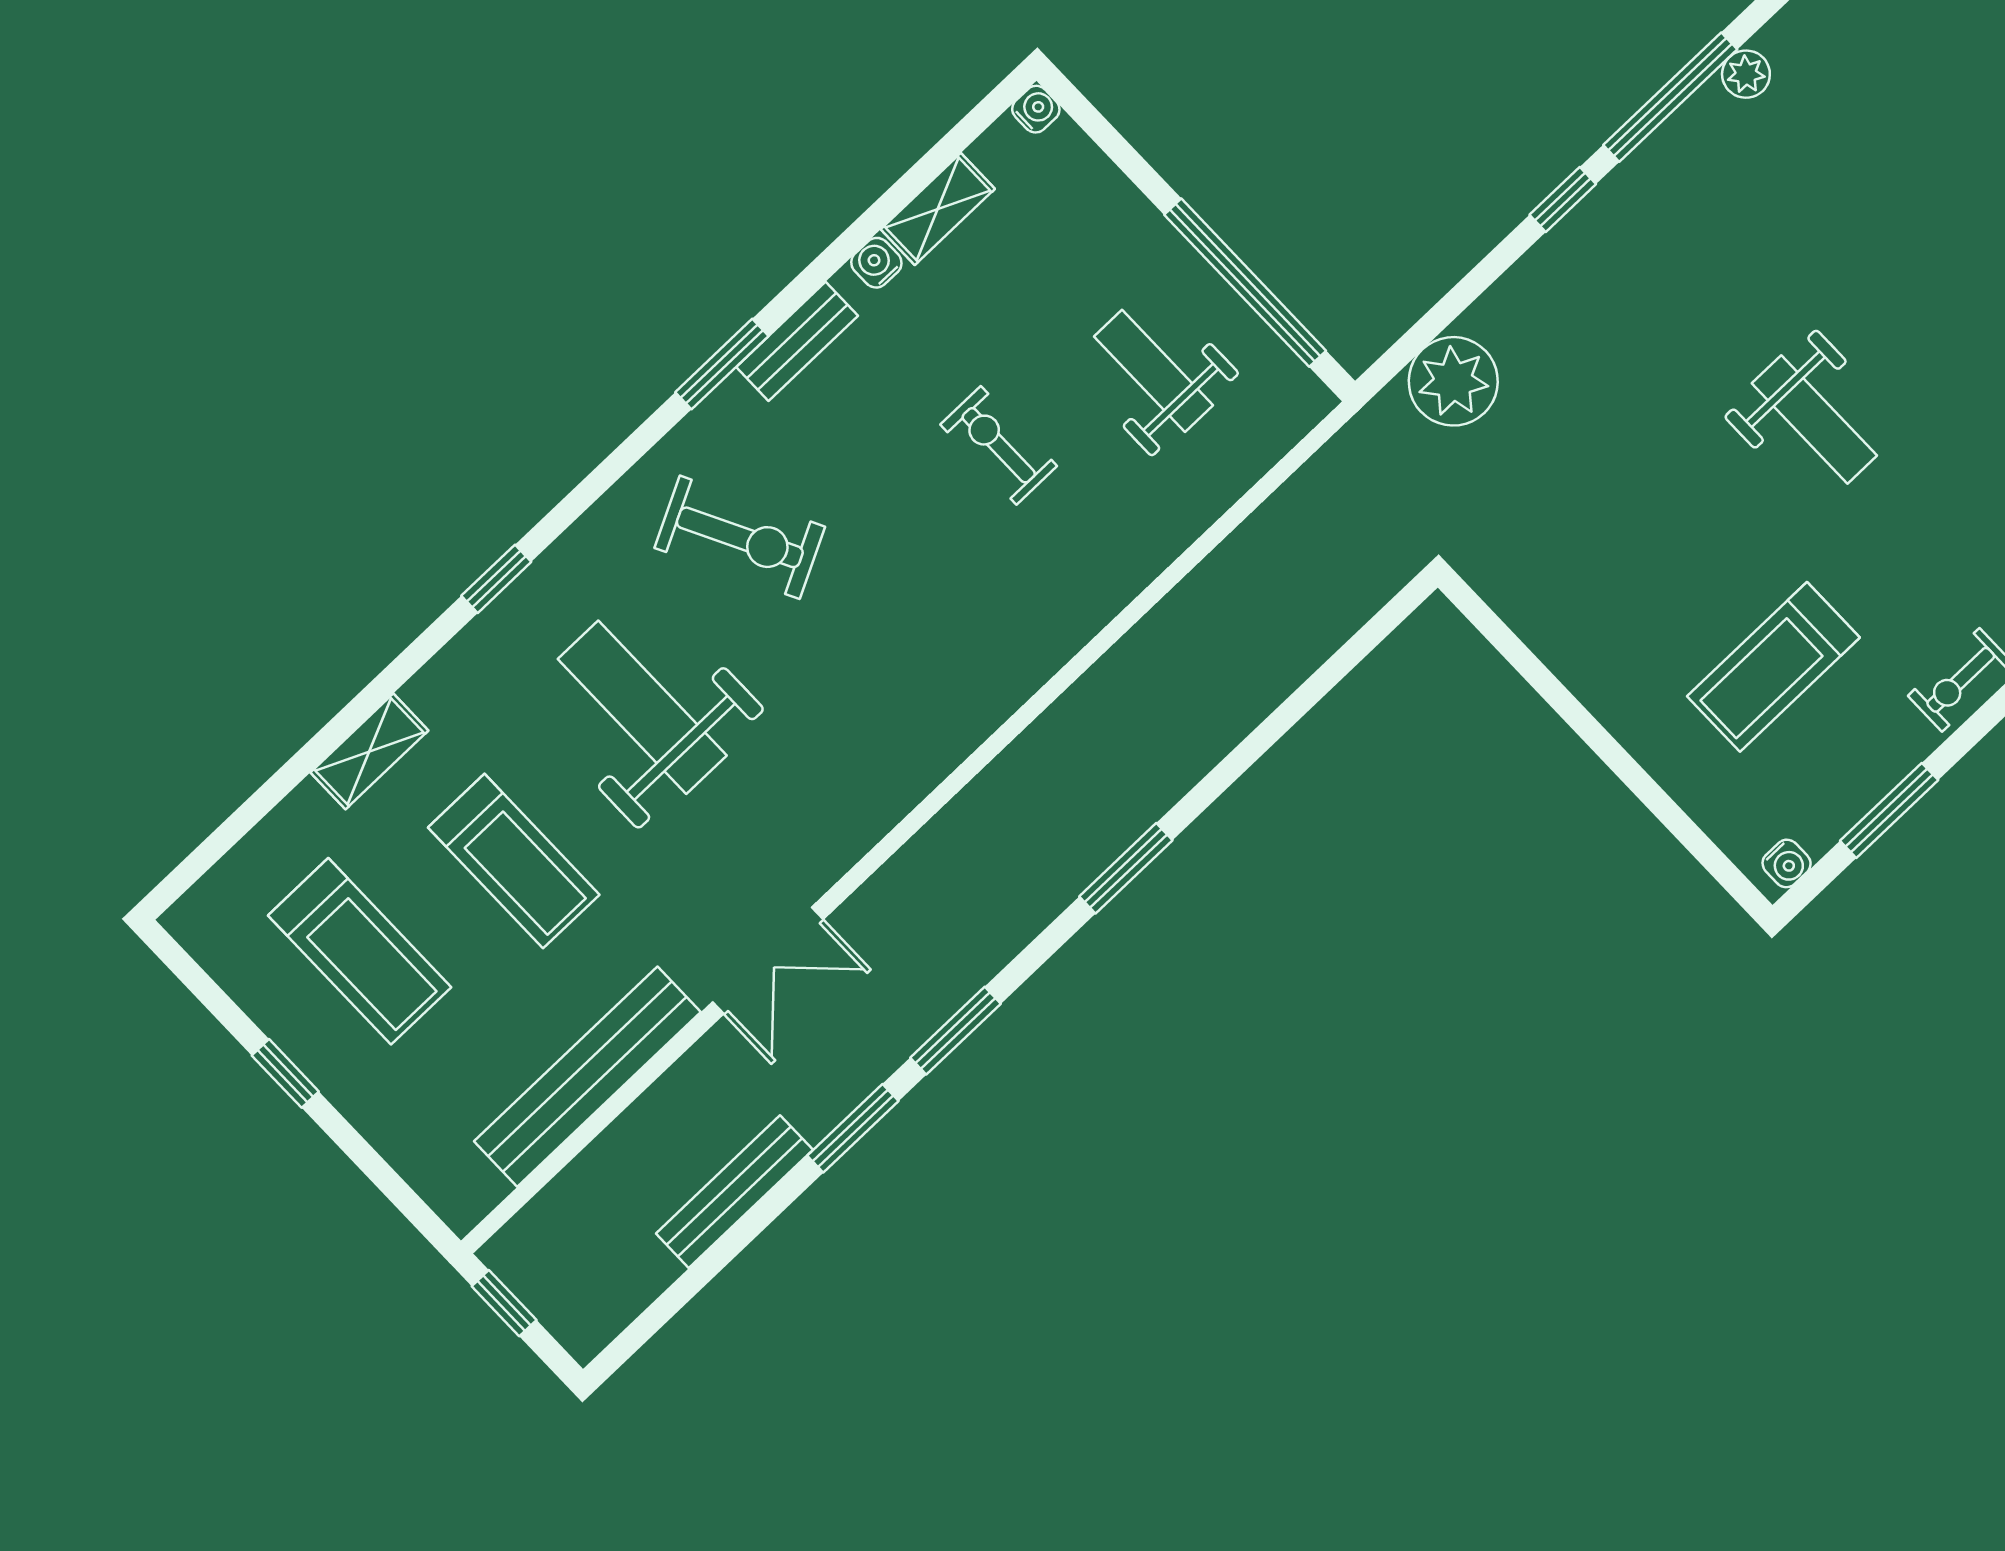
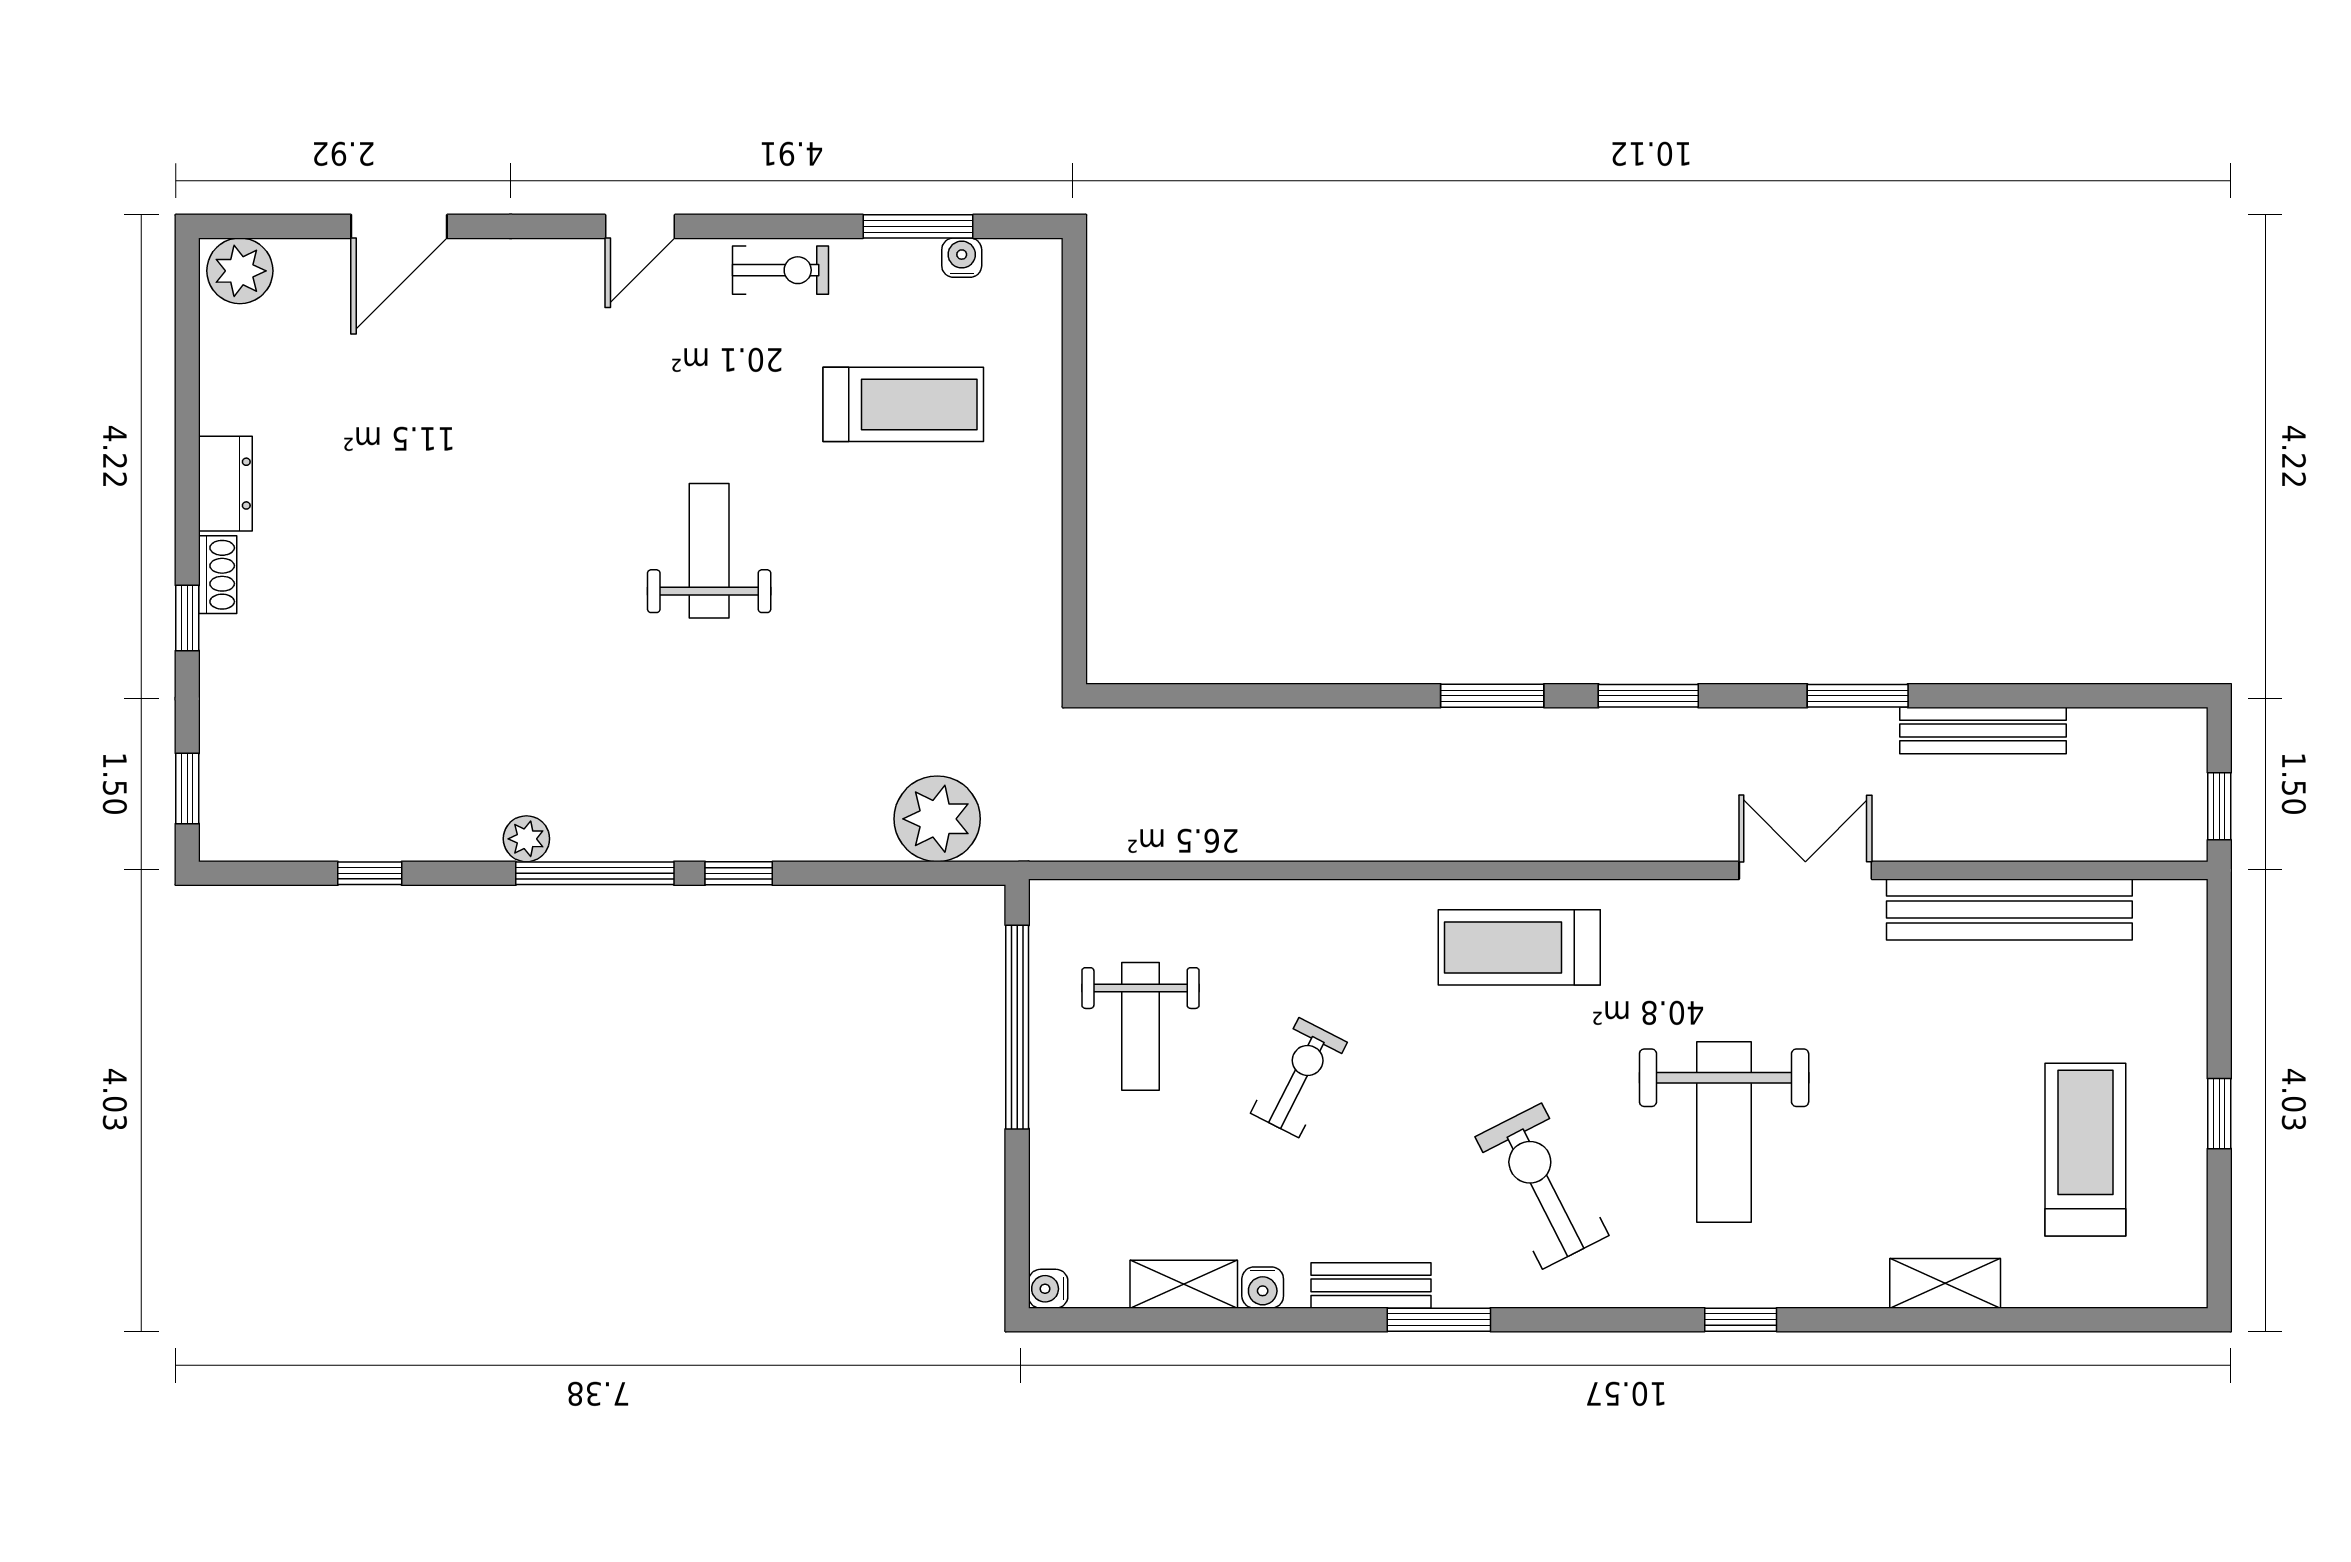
exercise bike: (999, 445) -> (1299, 1078), turned -153
treadmill: (514, 861) -> (1519, 947), moved, turned -90
water cooler: (1787, 863) -> (962, 258), moved
window: (955, 1031) -> (1648, 696), moved

